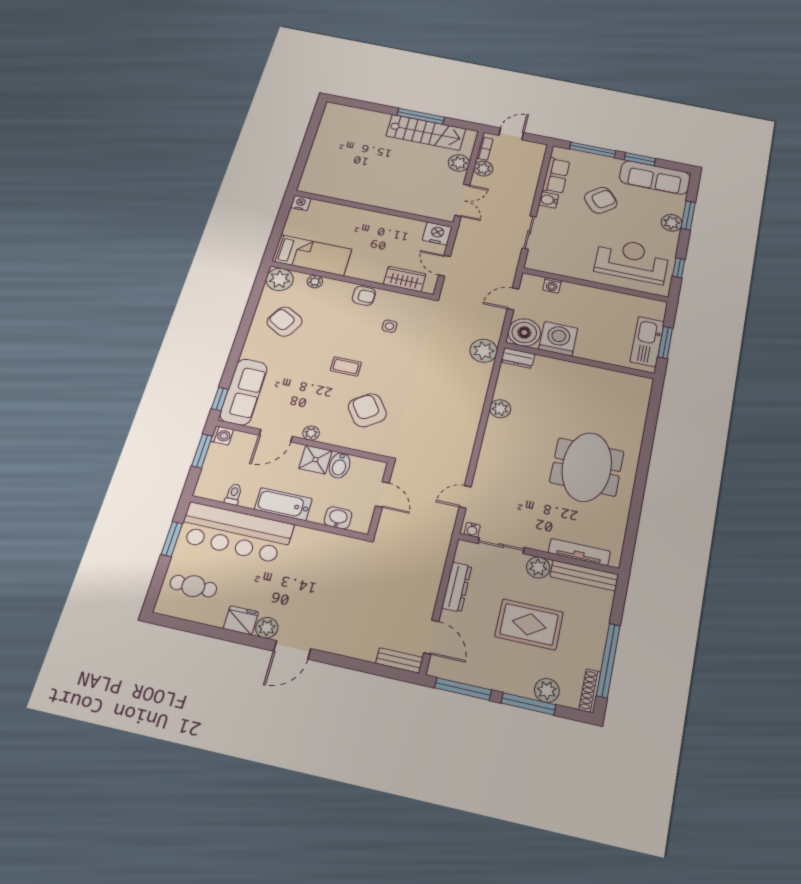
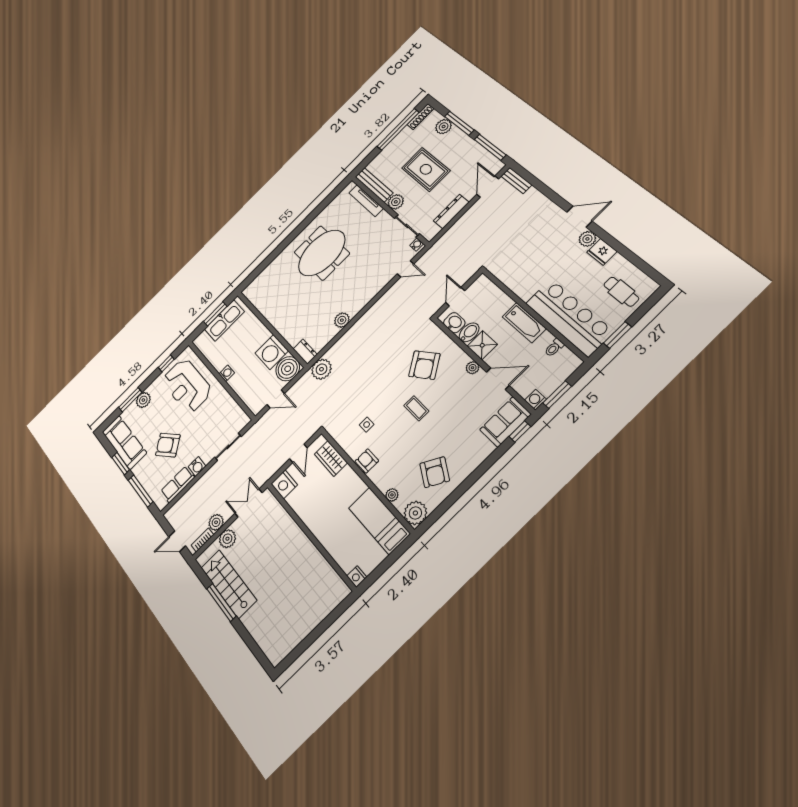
washing machine: (552, 285) -> (227, 373), moved
sofa: (244, 392) -> (505, 422), width x0.73
washbasin: (338, 518) -> (454, 323), moved, turned 180

